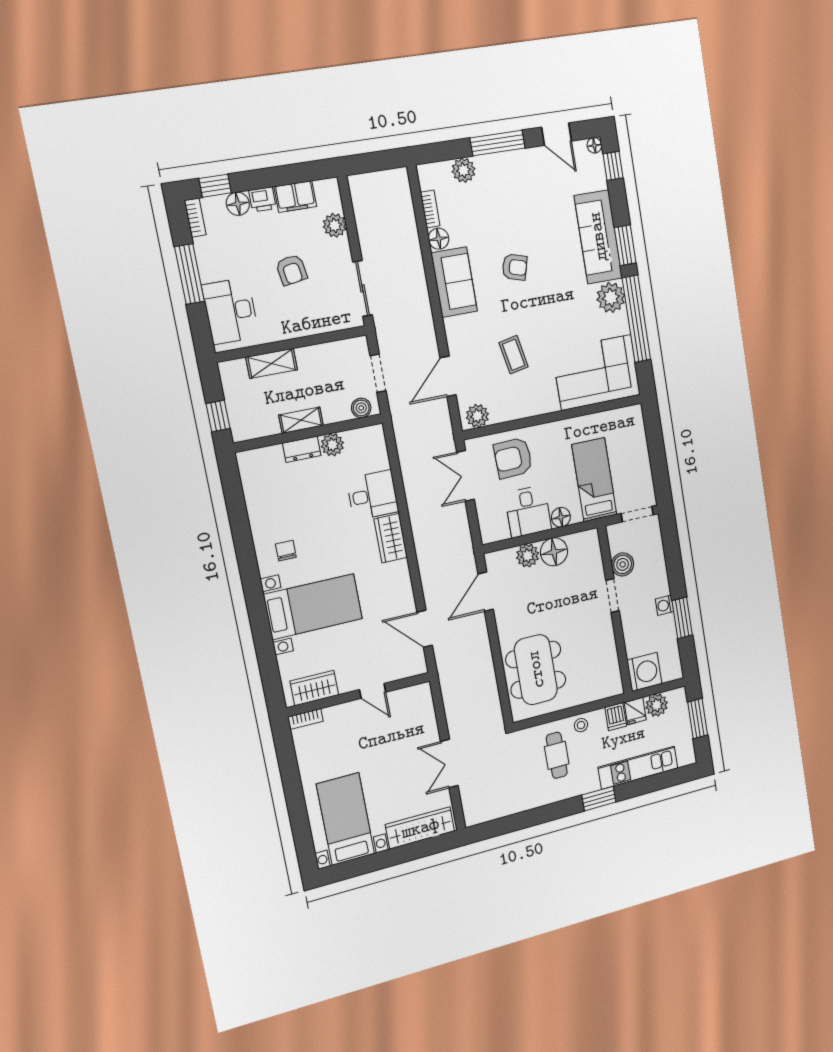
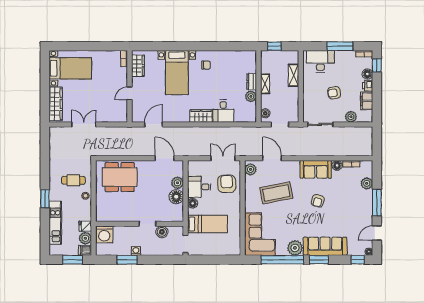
coffee table: (514, 355) -> (276, 193), width x1.86, depth x1.72
dishwasher: (616, 717) -> (85, 250), moved

